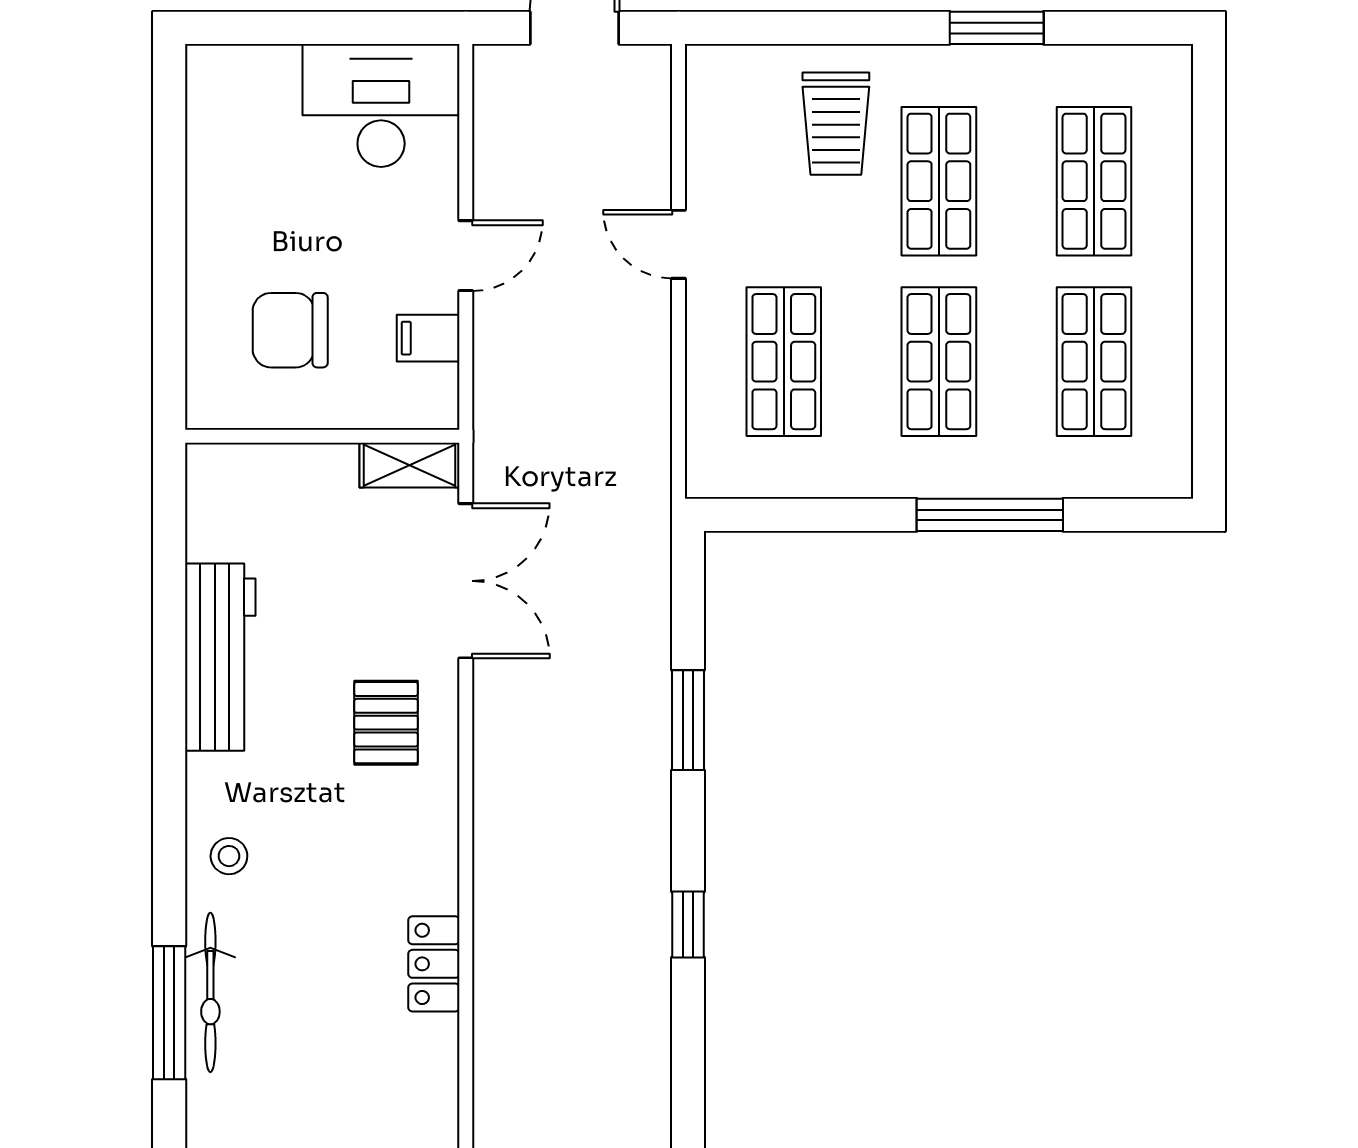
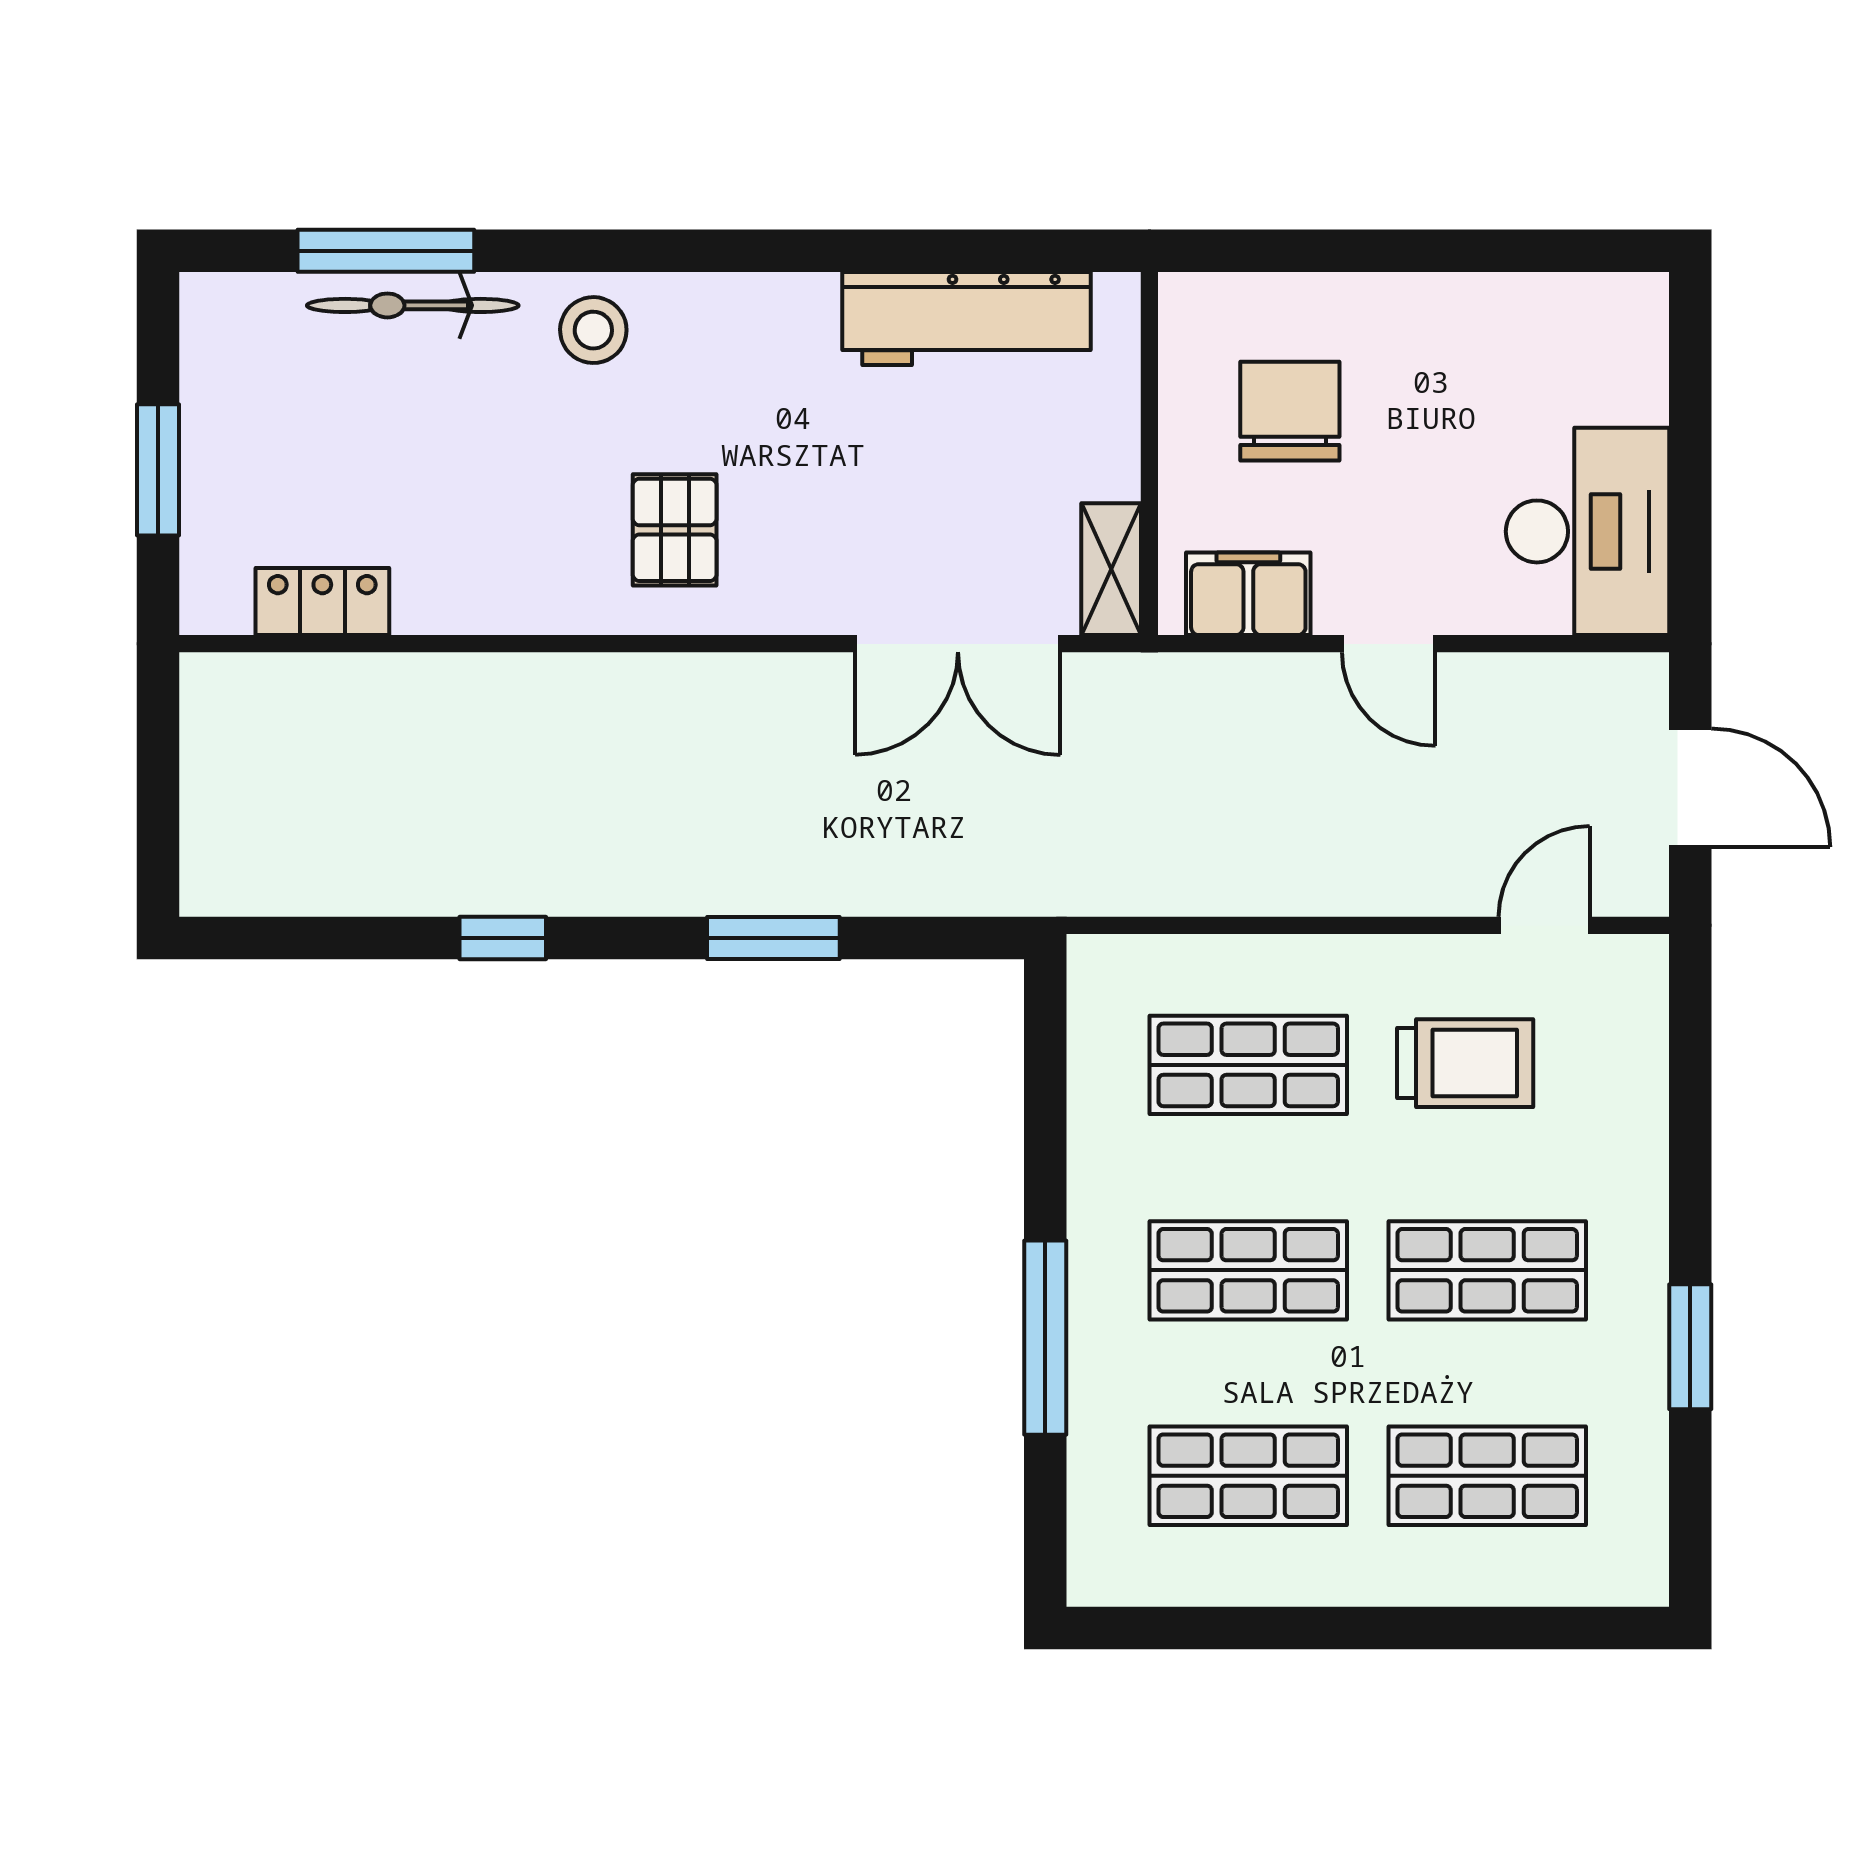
trolley: (836, 124) -> (1465, 1063), moved, turned 180
door: (678, 244) -> (1544, 925), moved
filing cabinet: (428, 338) -> (1248, 594), width x2.00
workbench: (220, 657) -> (967, 319), moved
pallet: (386, 723) -> (675, 530), moved, turned 90
stool: (229, 856) -> (593, 330), width x1.37, depth x1.37
locker: (434, 964) -> (322, 601), moved

